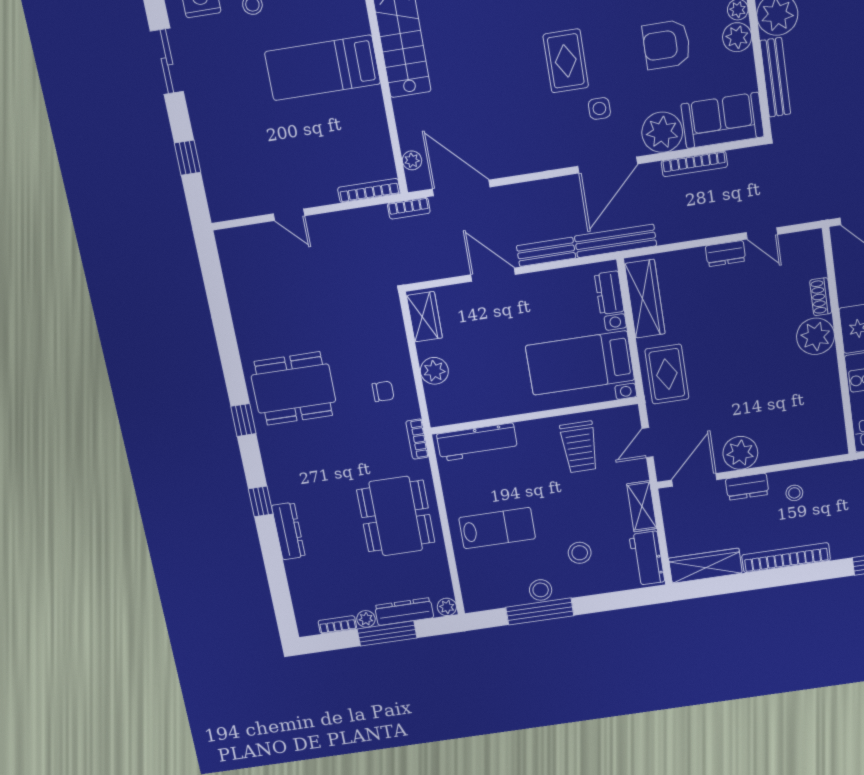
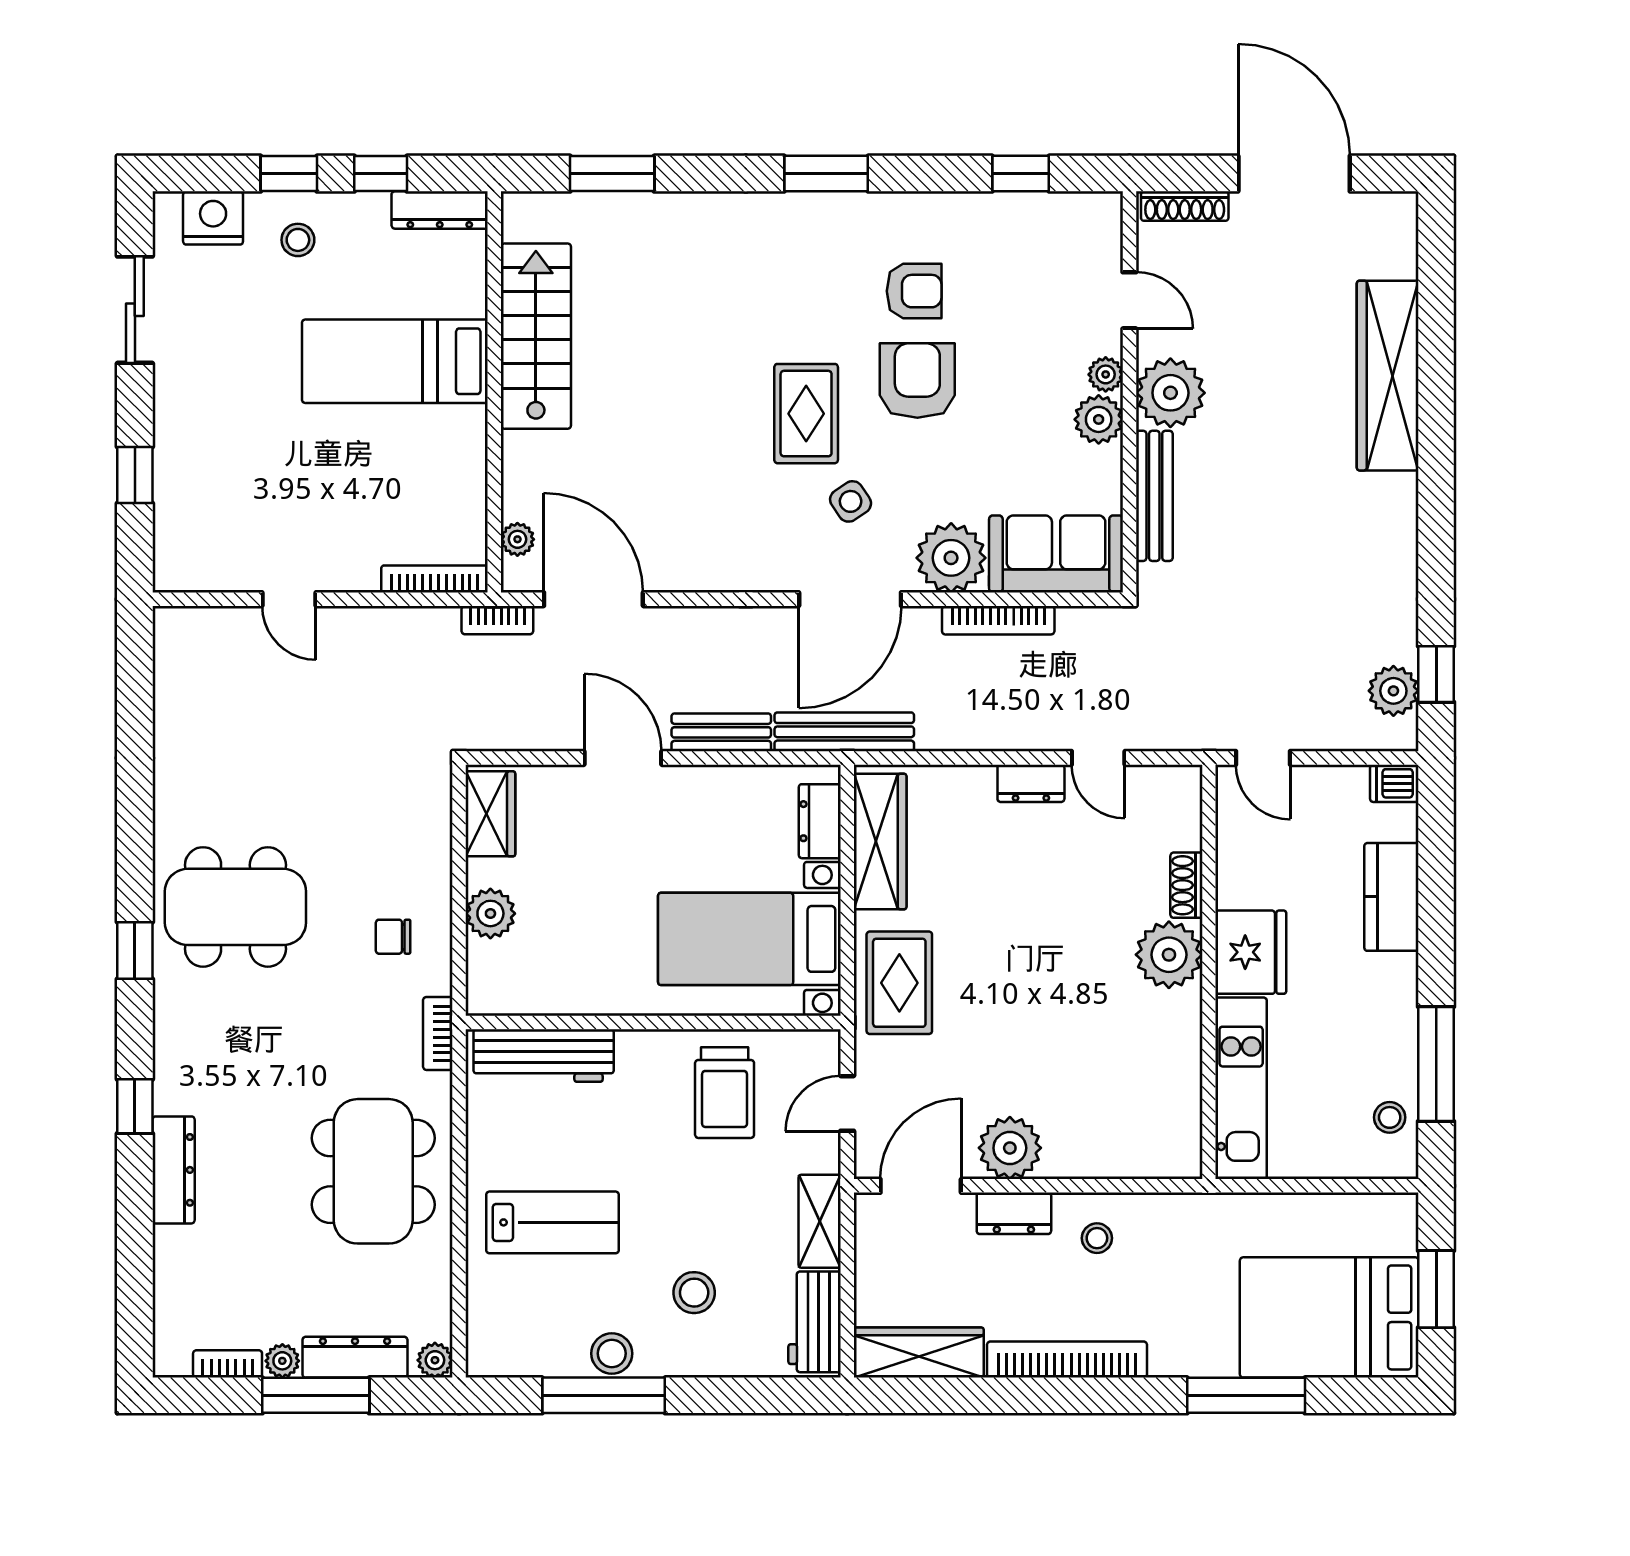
armchair: (666, 45) -> (917, 380), moved, turned 90
side table: (599, 108) -> (851, 501), turned -34
chair: (383, 391) -> (393, 937), turned 180

